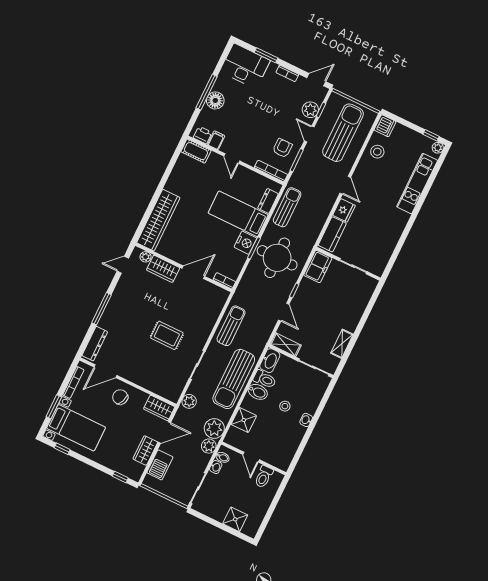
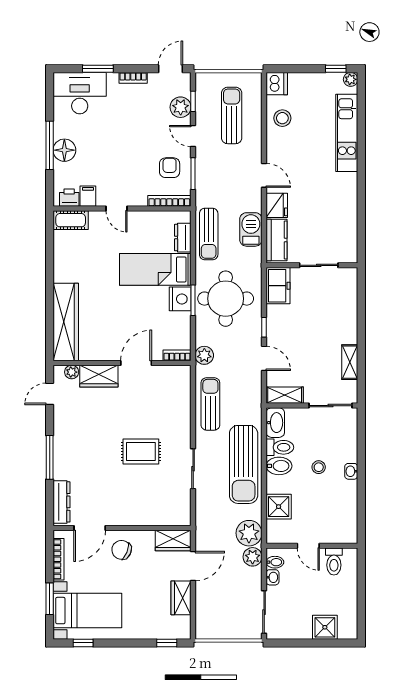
sun lounger: (343, 133) -> (232, 115), width x0.73, depth x0.75
sun lounger: (287, 207) -> (209, 234), turned 180
plant: (189, 401) -> (204, 355), moved
barbecue: (160, 465) -> (251, 229), moved, turned 180

